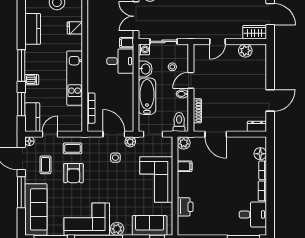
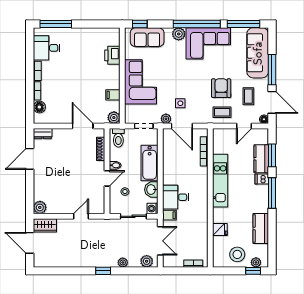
plant: (245, 51) -> (40, 207), moved
kitchen counter: (32, 117) -> (261, 159), moved

